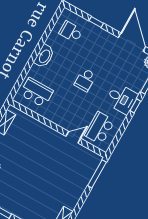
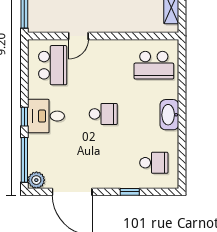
school desk: (85, 80) -> (103, 114), turned 90

